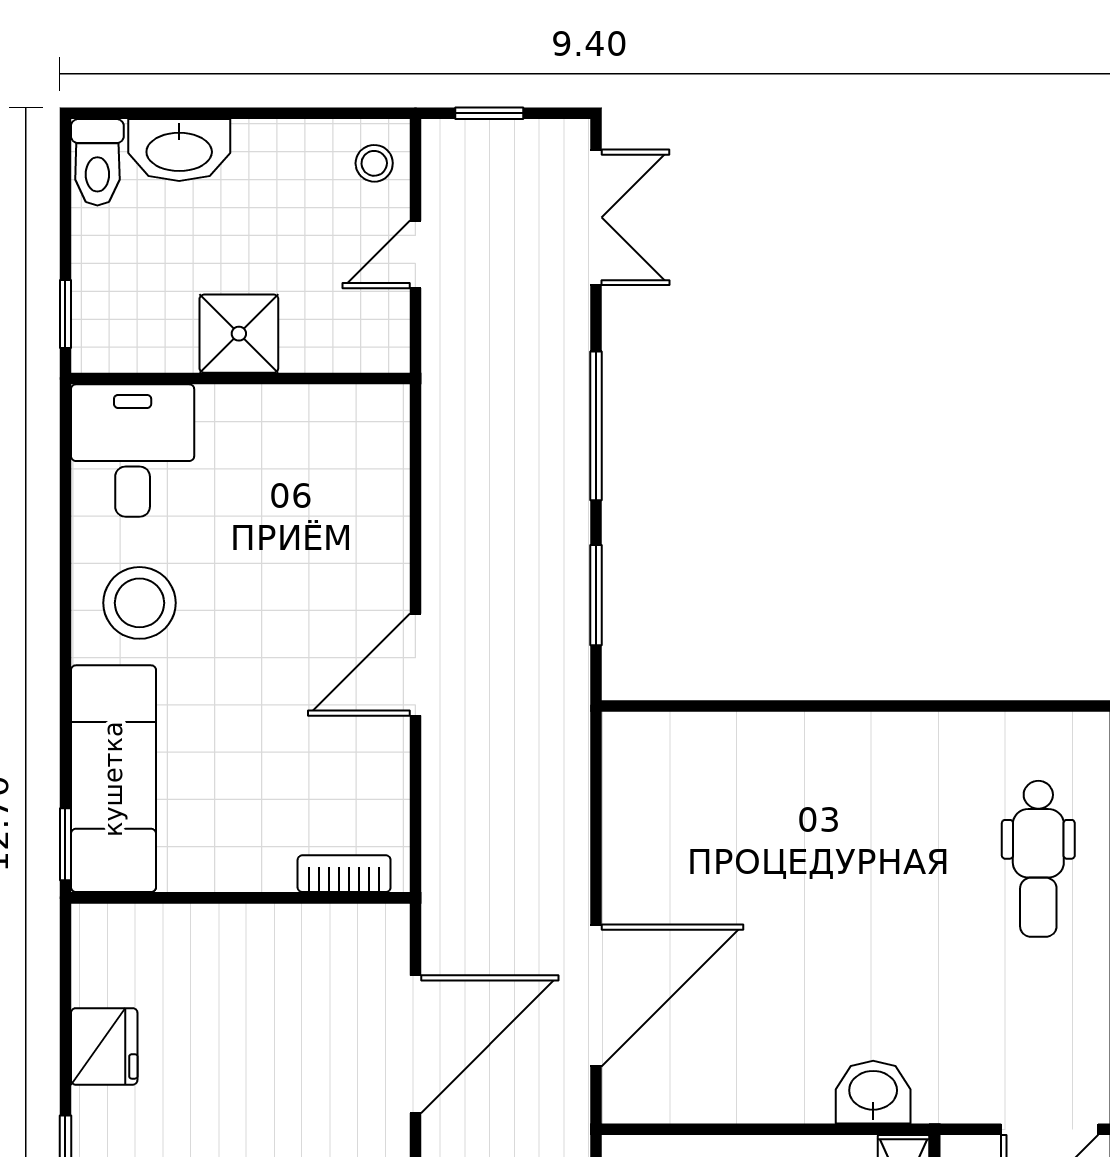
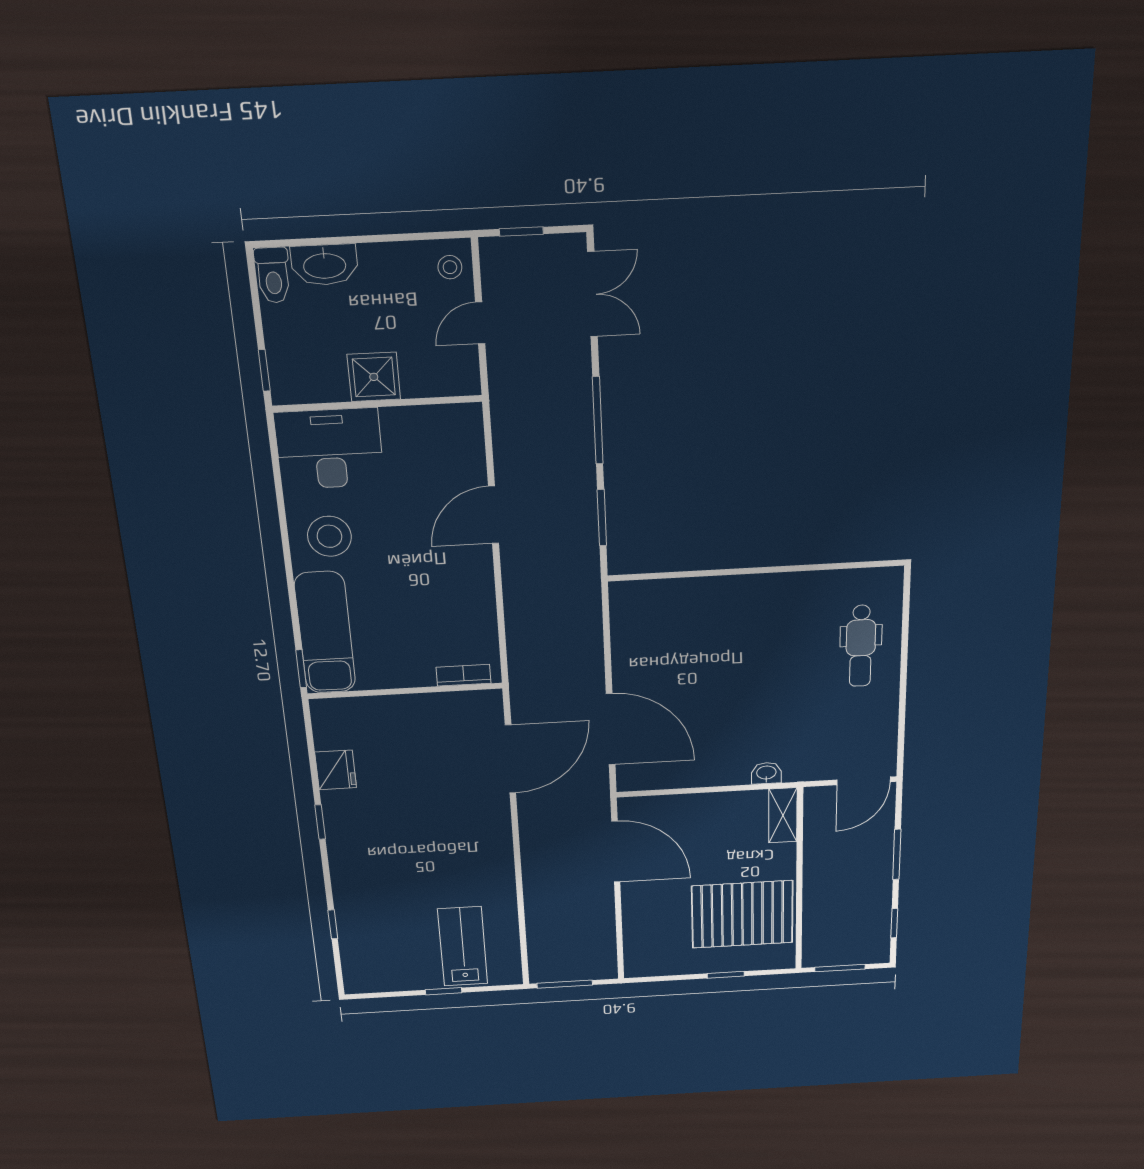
desk: (133, 451) -> (329, 449), width x1.37
door: (415, 665) -> (493, 515), moved
door: (596, 995) -> (611, 729), hinge flipped
washbasin: (873, 1092) -> (766, 773), width x0.72, depth x0.69

